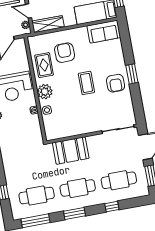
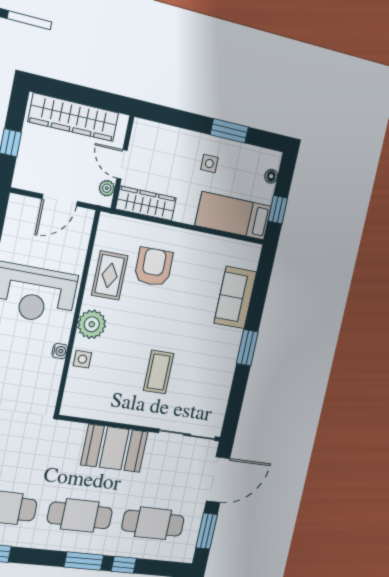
sofa: (104, 32) -> (235, 297), moved, turned 90
coffee table: (86, 83) -> (159, 372), moved
armchair: (116, 83) -> (215, 354), removed
booth: (71, 151) -> (114, 448), moved
window: (75, 214) -> (84, 561), moved

